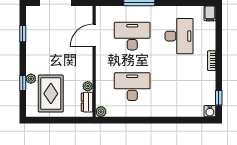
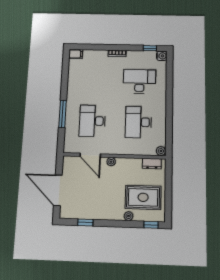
desk: (179, 36) -> (139, 81), moved
window: (23, 83) -> (151, 225), moved
plant: (88, 86) -> (111, 162), moved

